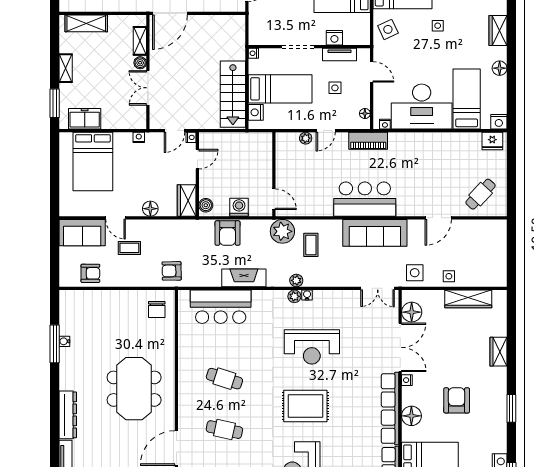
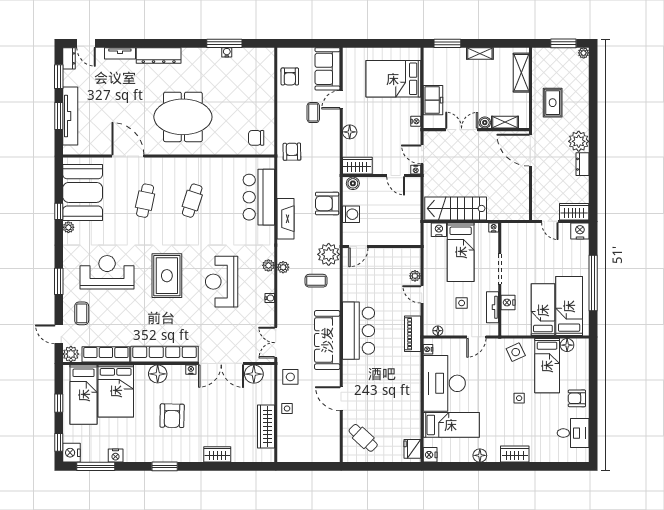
freezer: (85, 119) -> (433, 100), moved
water cooler: (307, 295) -> (270, 298), moved
armchair: (457, 400) -> (172, 416), turned 91

